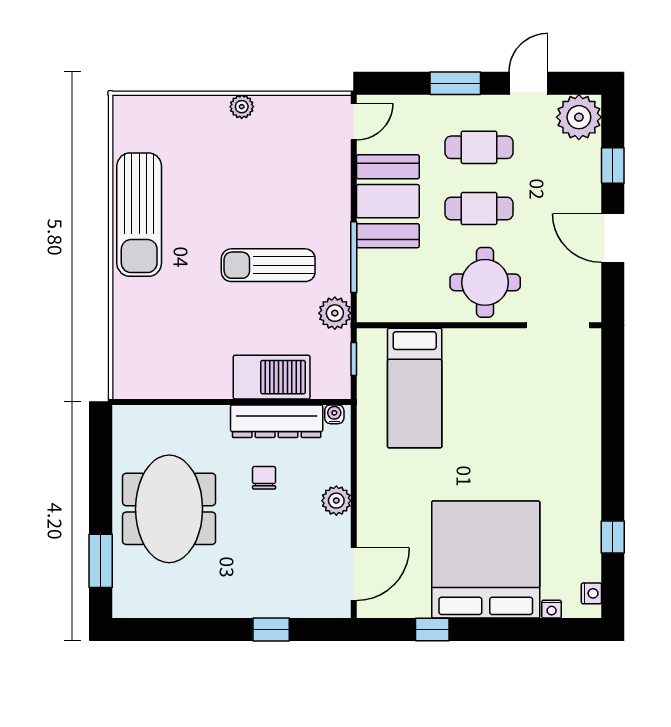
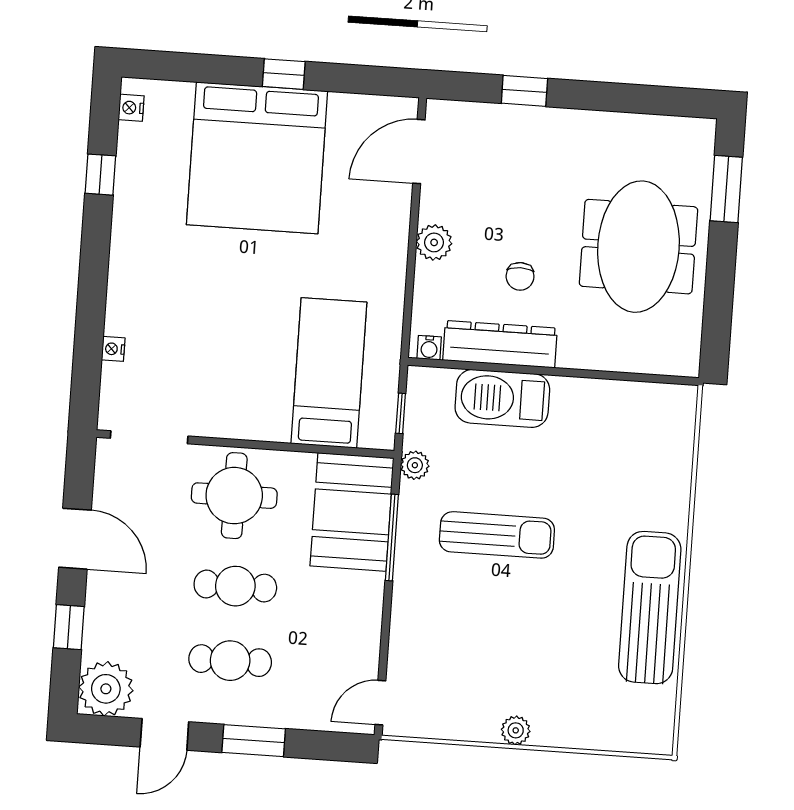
booth: (388, 201) -> (352, 512), moved
plant: (335, 313) -> (415, 465), width x0.73, depth x0.73
nightstand: (552, 609) -> (113, 349), moved, turned -90
window: (432, 630) -> (284, 74), moved

